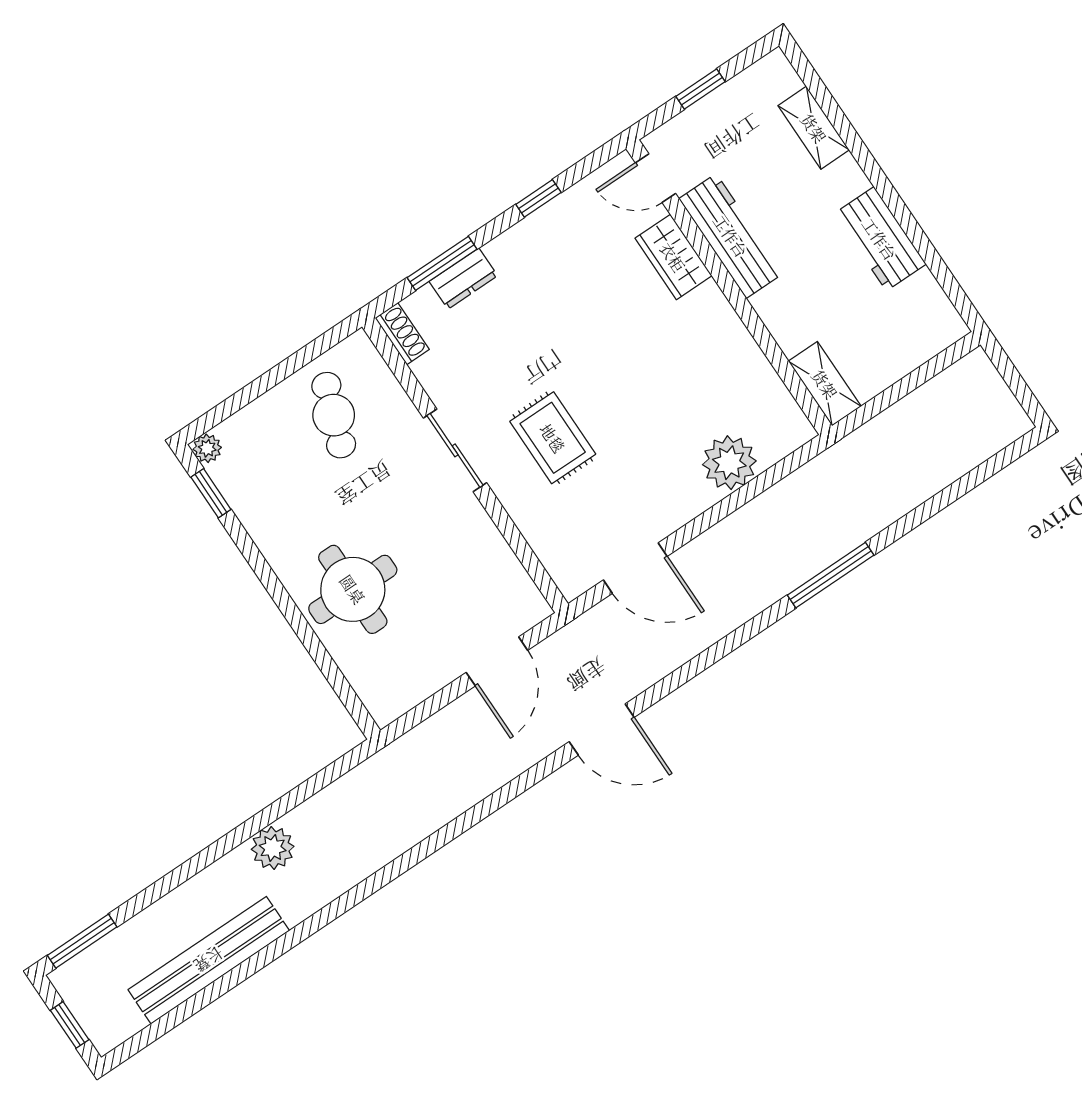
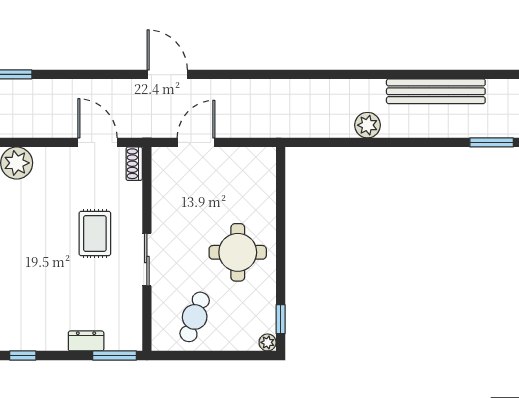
window: (442, 263) -> (115, 355), moved
shoe rack: (402, 334) -> (134, 164), moved
round table: (353, 589) -> (238, 252), moved

